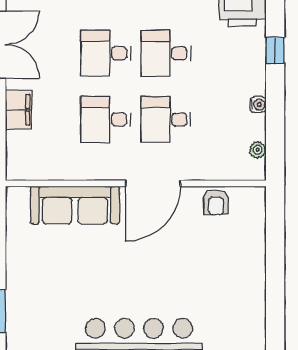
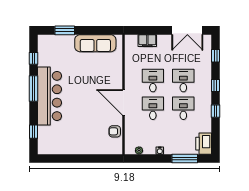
window: (275, 50) -> (185, 159), width x2.17
filing cabinet: (19, 110) -> (147, 41), moved
sofa: (75, 205) -> (95, 43), moved, turned -90

